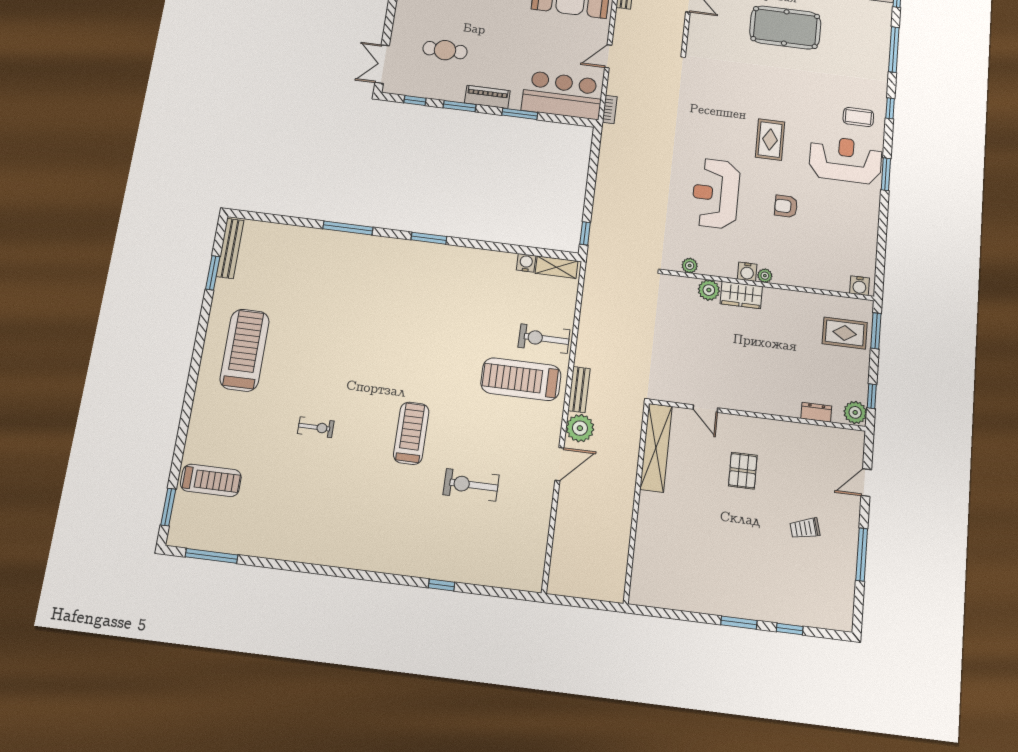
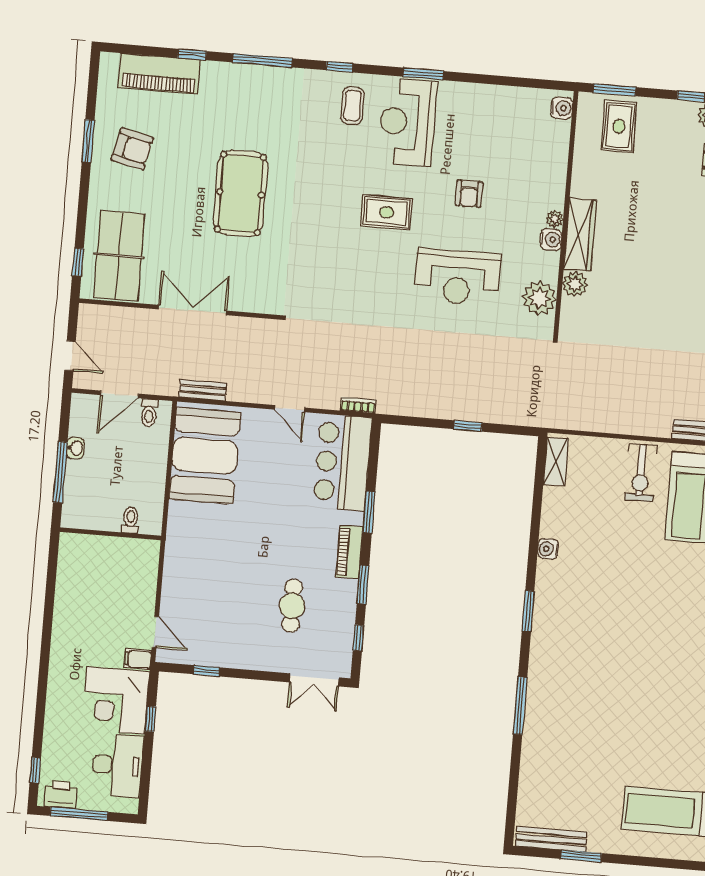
window: (585, 233) -> (468, 426), moved
water cooler: (526, 263) -> (548, 549), moved
plant: (690, 266) -> (539, 298), width x1.87, depth x1.87
wardrobe: (741, 295) -> (580, 235), width x1.50

